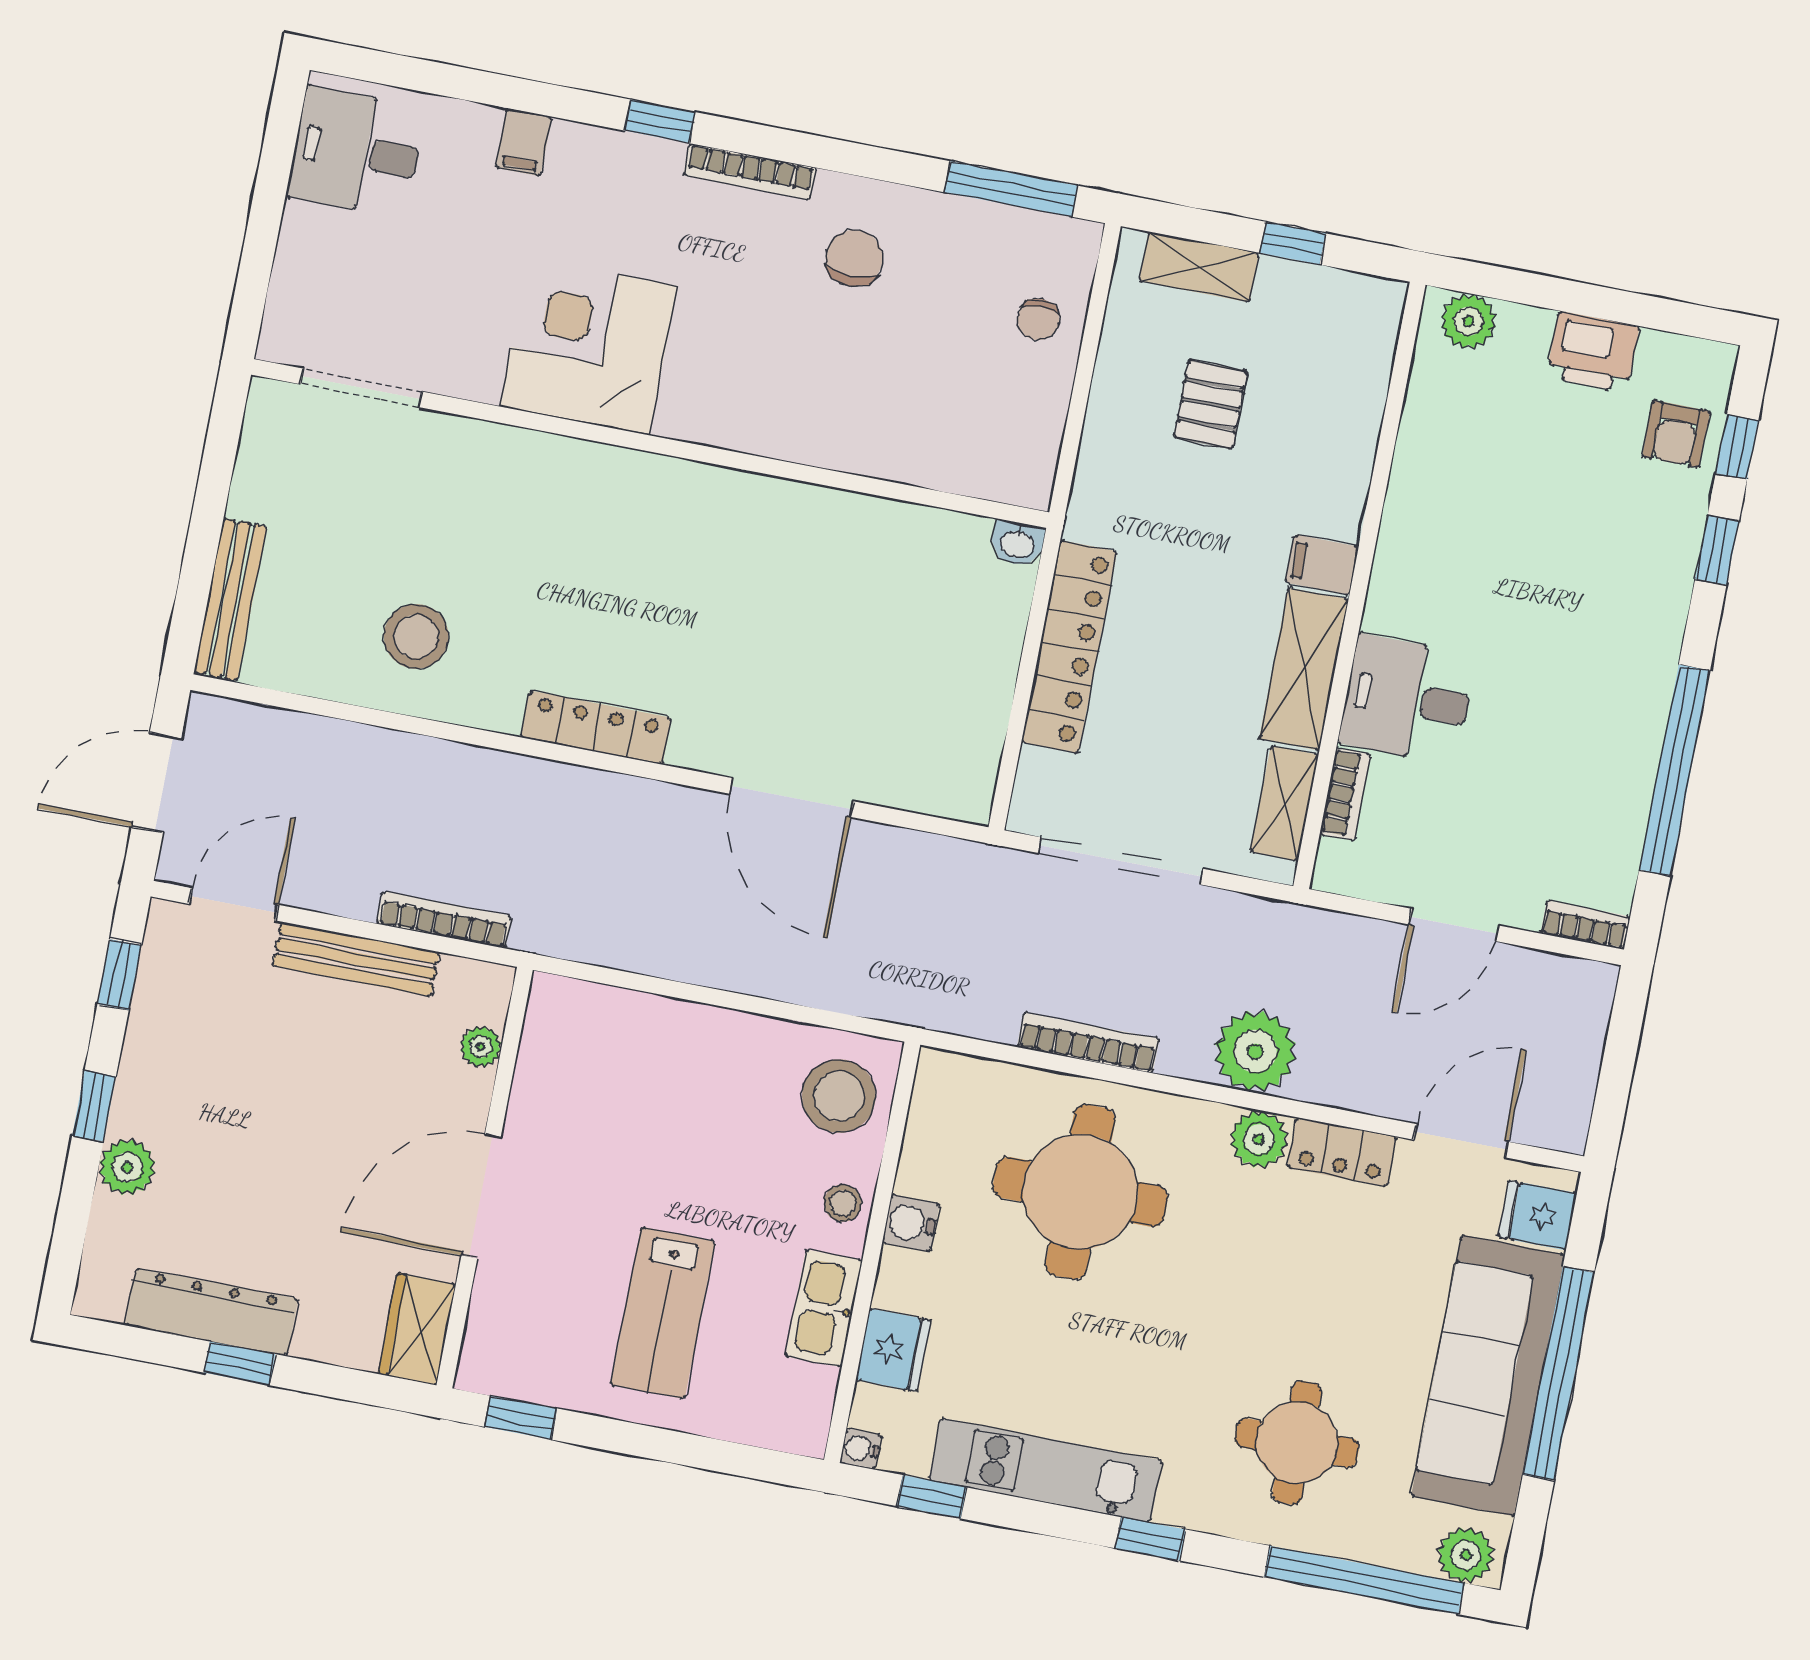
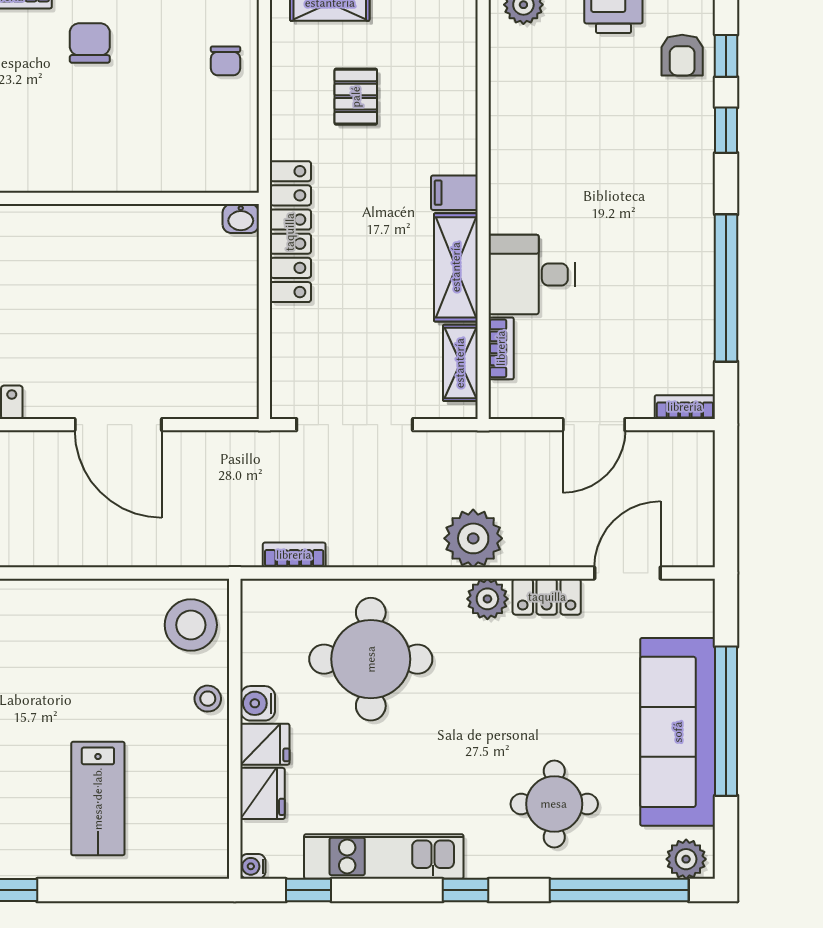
locker: (1069, 647) -> (290, 232), moved
bookcase: (1088, 1043) -> (294, 555), moved, width x0.64
fridge: (1537, 1215) -> (265, 744), moved, turned 180
kitchen sink: (824, 1308) -> (209, 774), removed

